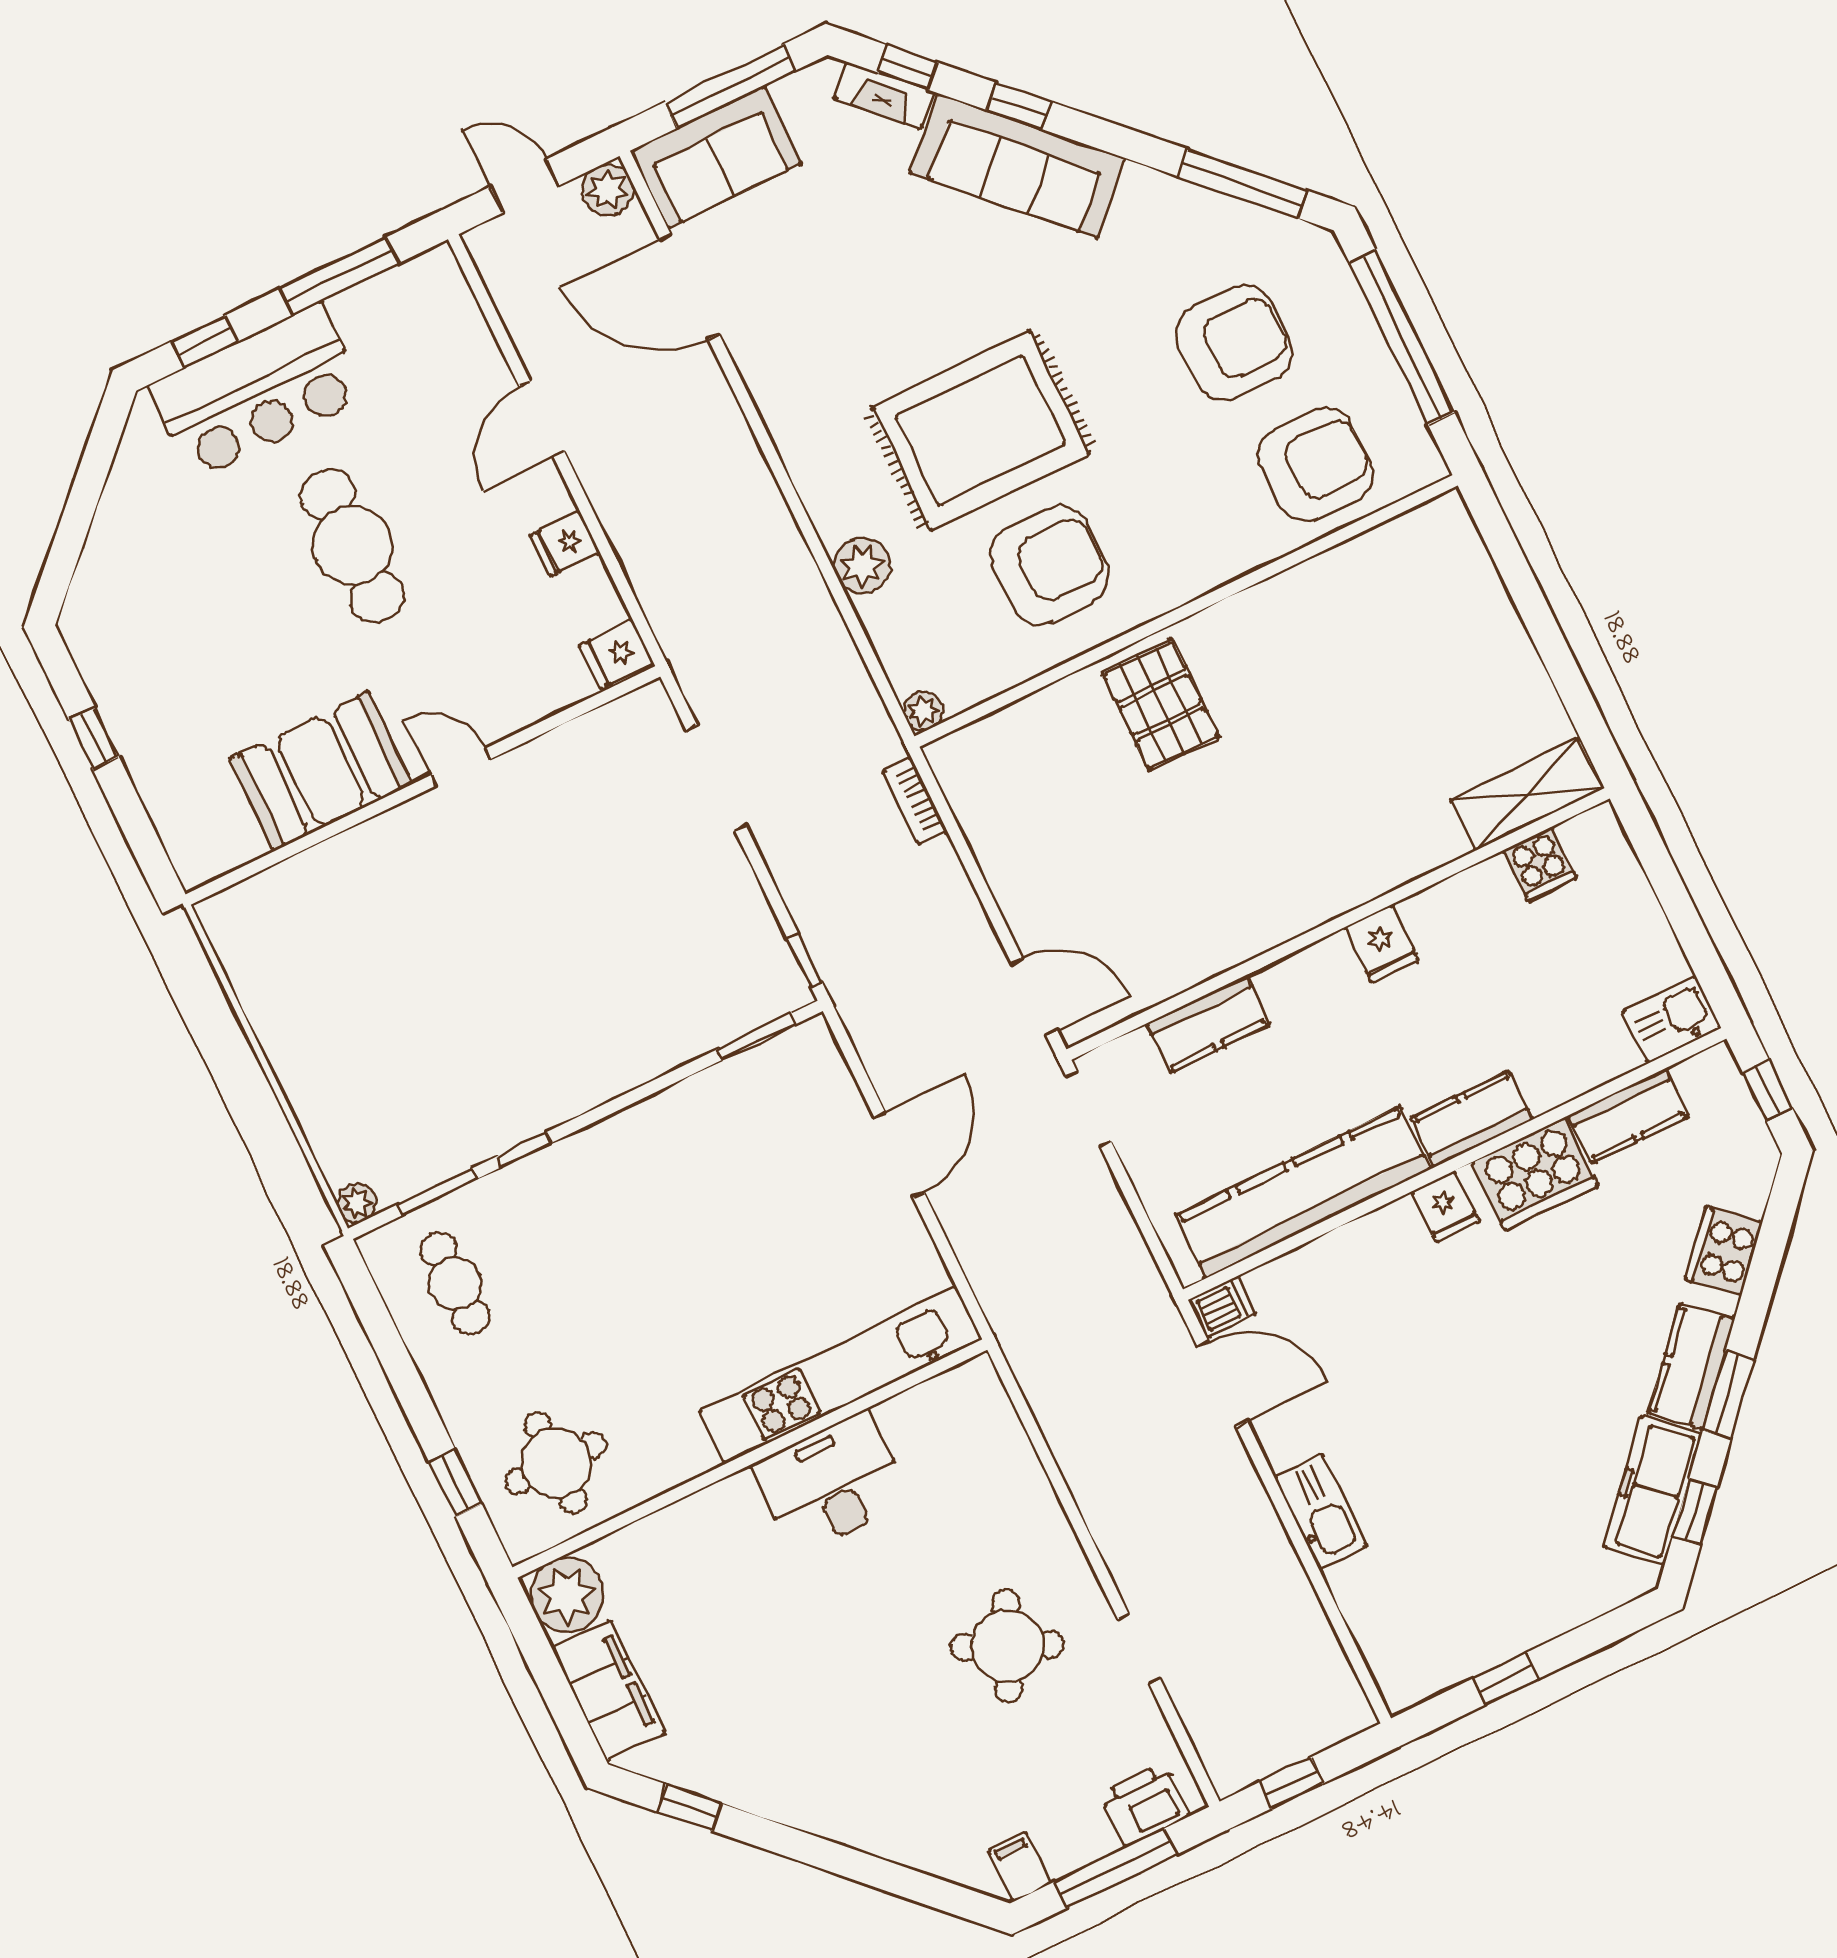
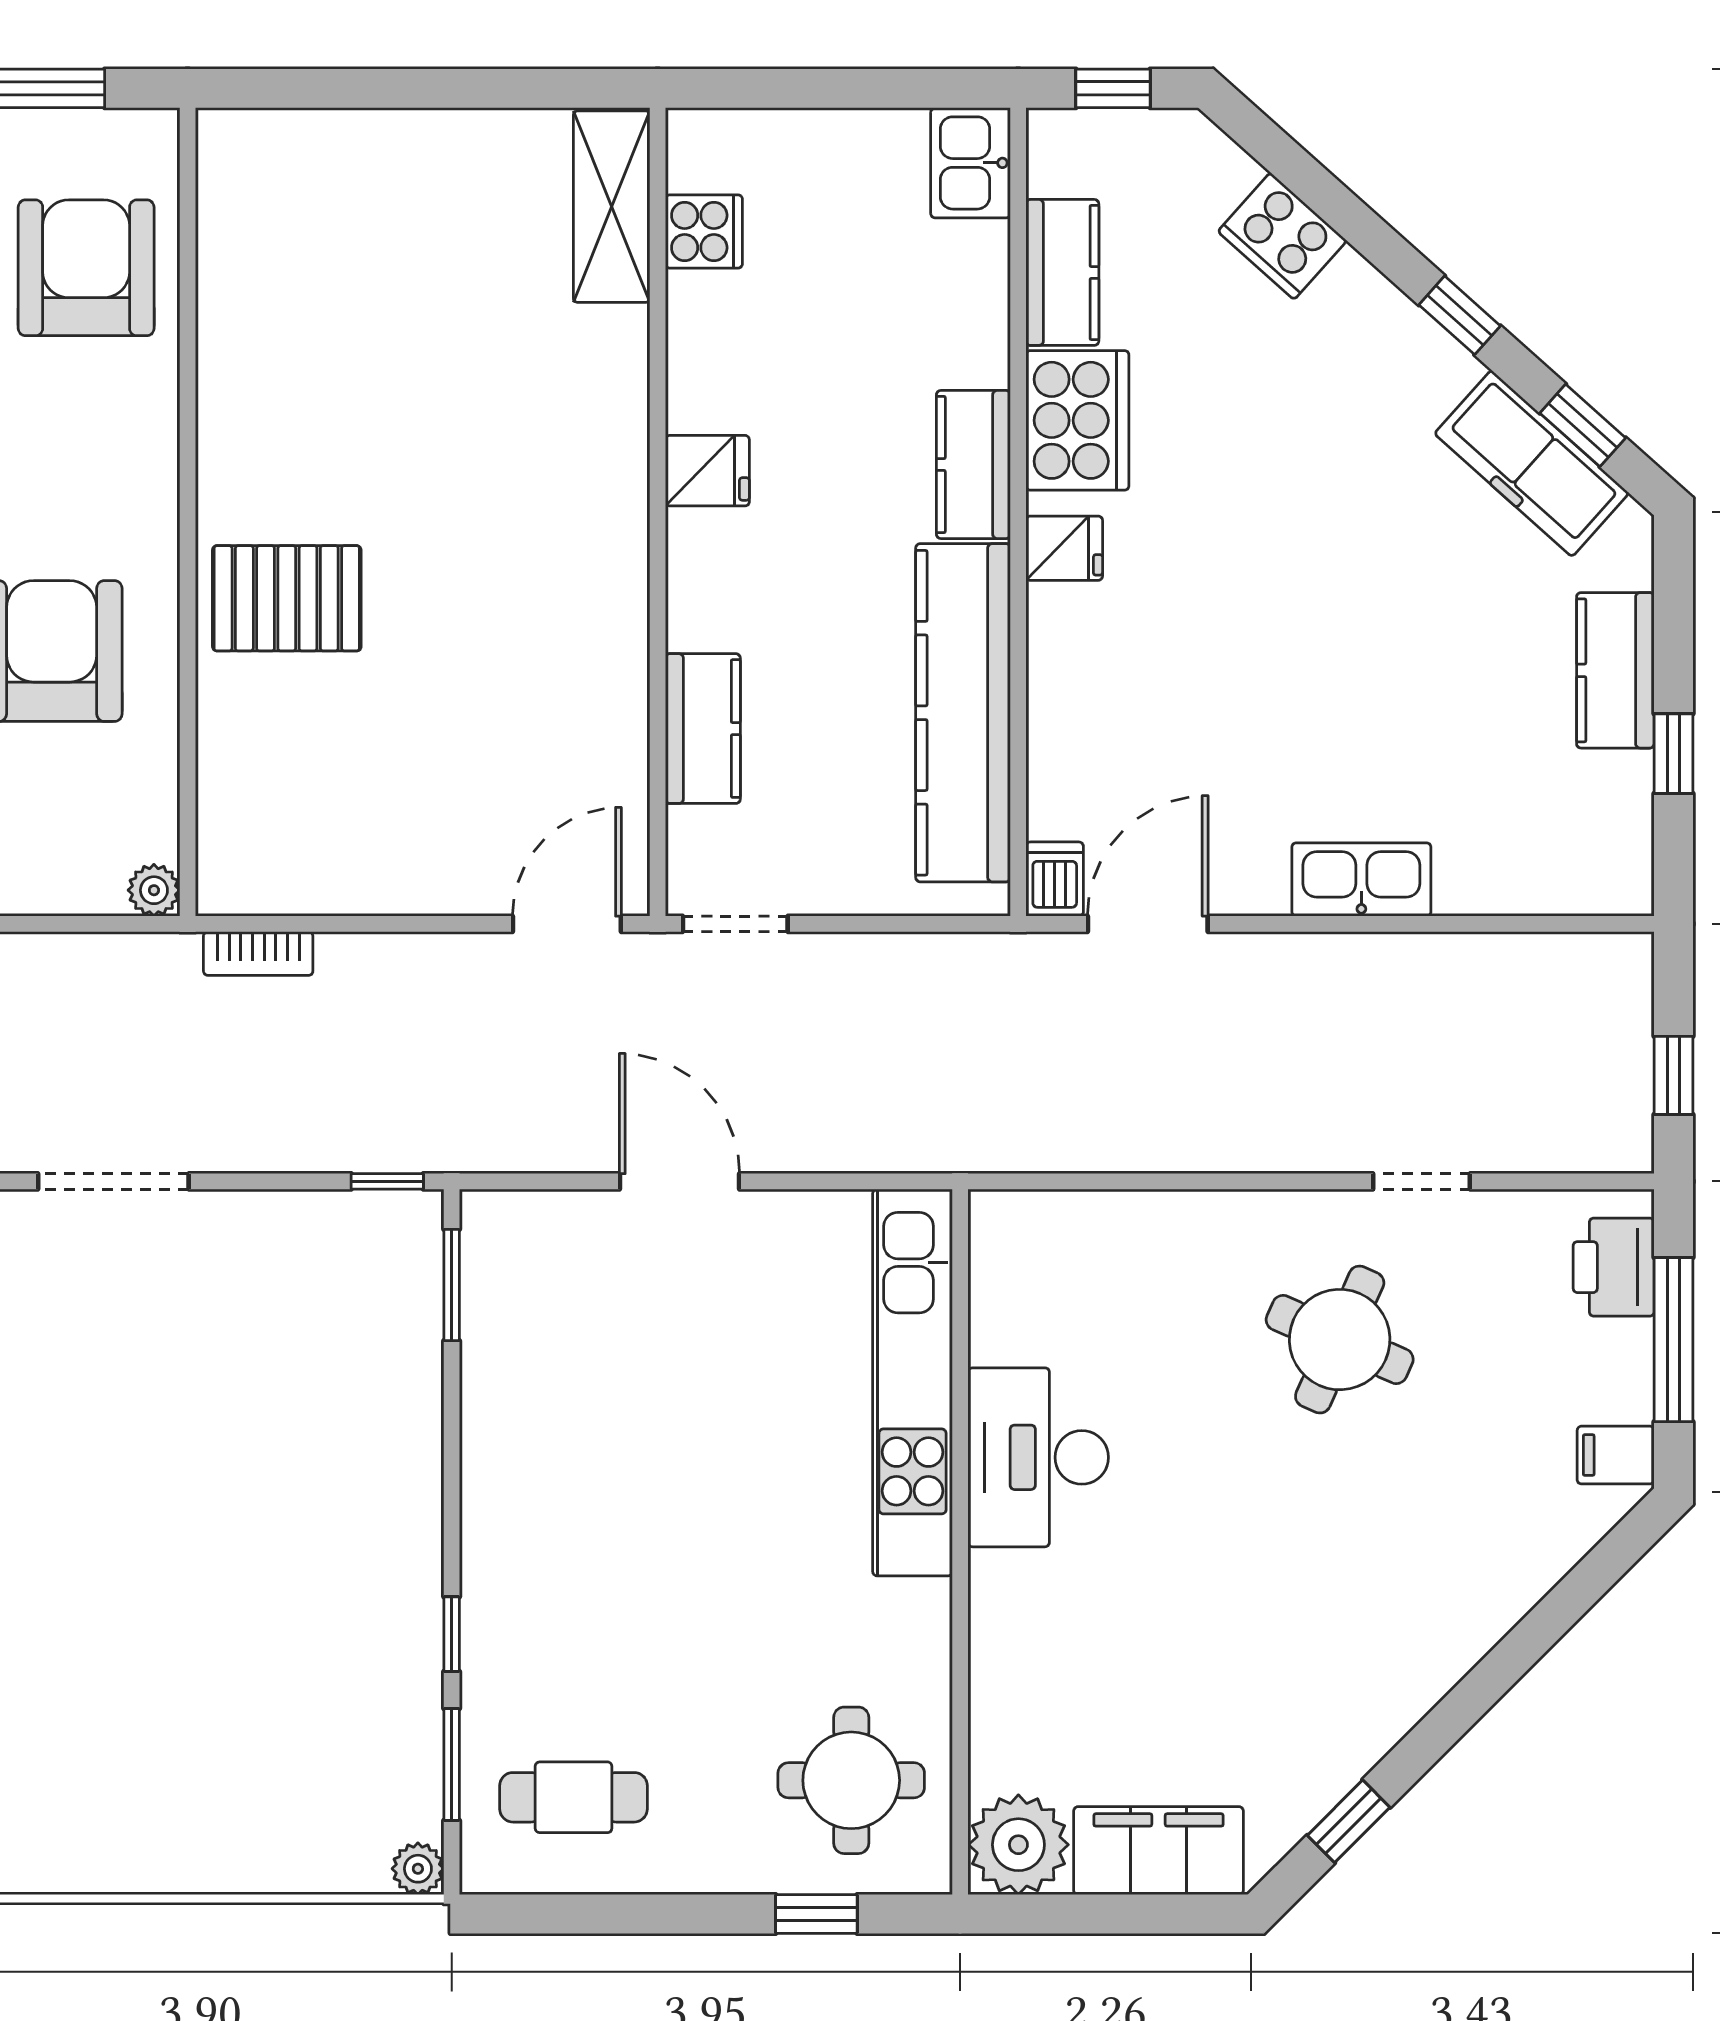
kitchen counter: (1692, 1366) -> (1615, 670), moved, turned 48
window: (1728, 1394) -> (1460, 315), width x0.67

